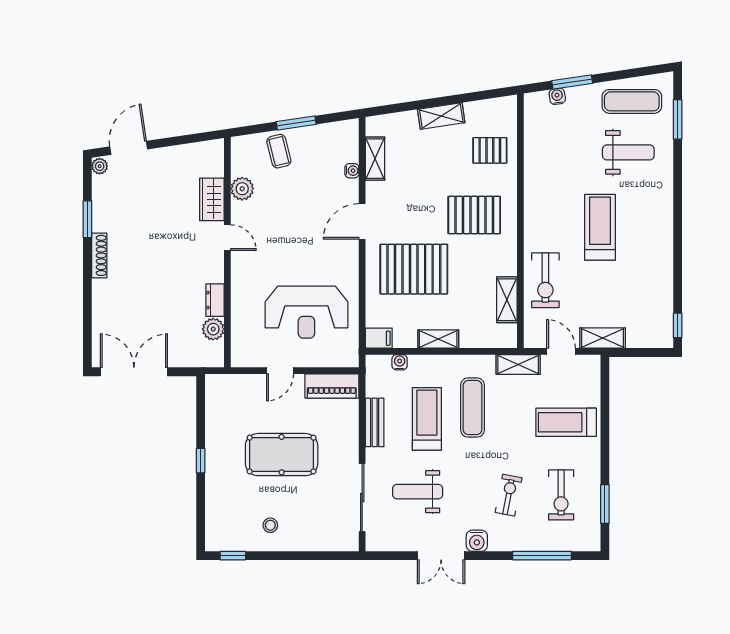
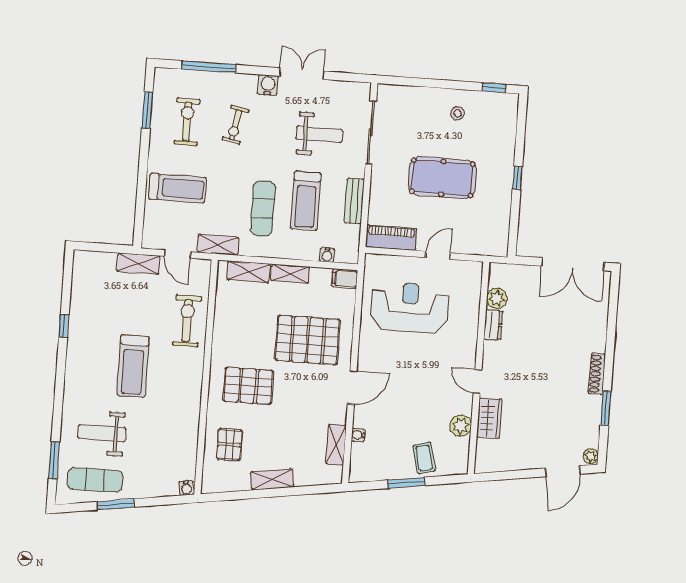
window: (572, 82) -> (116, 504), moved
water cooler: (557, 96) -> (186, 488), moved
pallet: (490, 150) -> (229, 444), turned 90
shelving: (507, 300) -> (248, 272), moved, turned 90
window: (678, 325) -> (64, 326), moved

